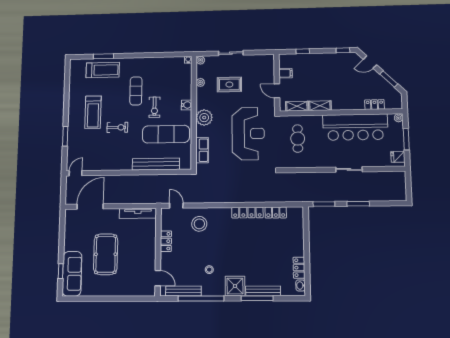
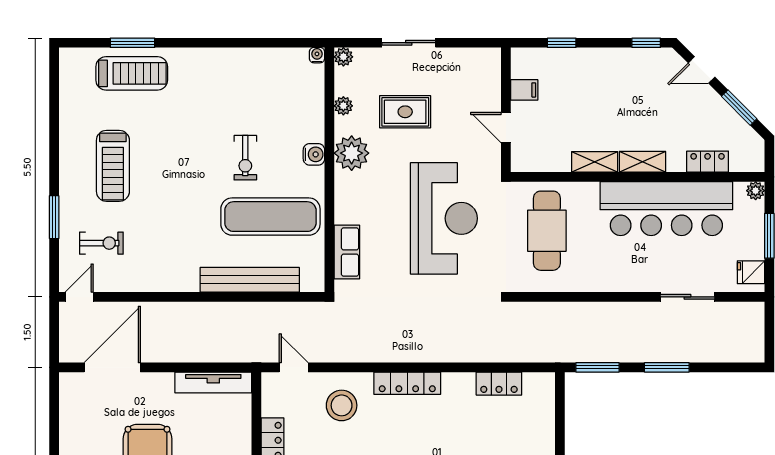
exercise mat: (136, 91) -> (205, 121), removed
shelving: (297, 106) -> (642, 162), moved
plant: (204, 118) -> (352, 153), moved
exercise bike: (117, 127) -> (101, 243), moved
cafe table: (298, 139) -> (547, 231), width x1.37, depth x1.35
sliding door: (349, 169) -> (688, 297), moved
locker: (247, 213) -> (407, 383), moved

